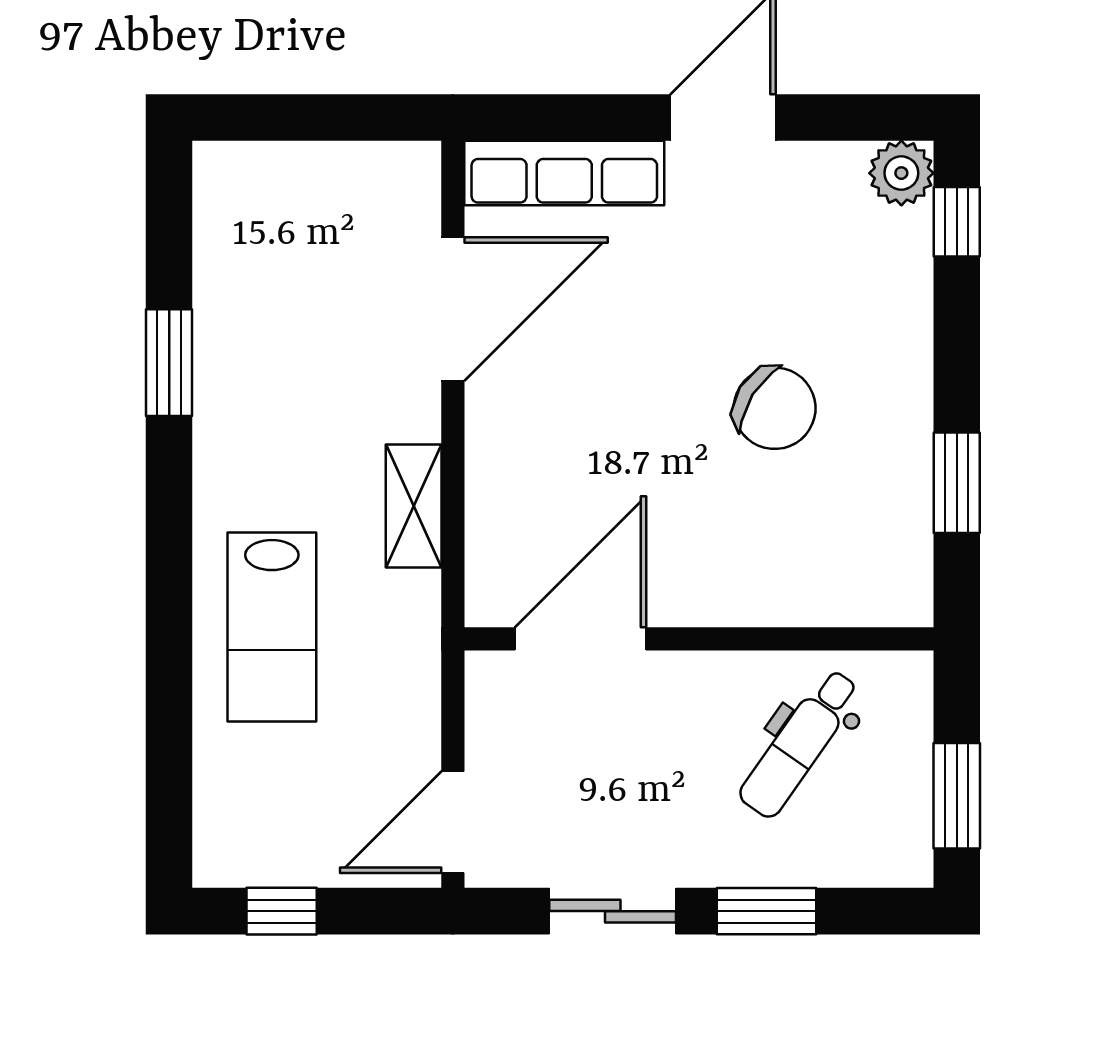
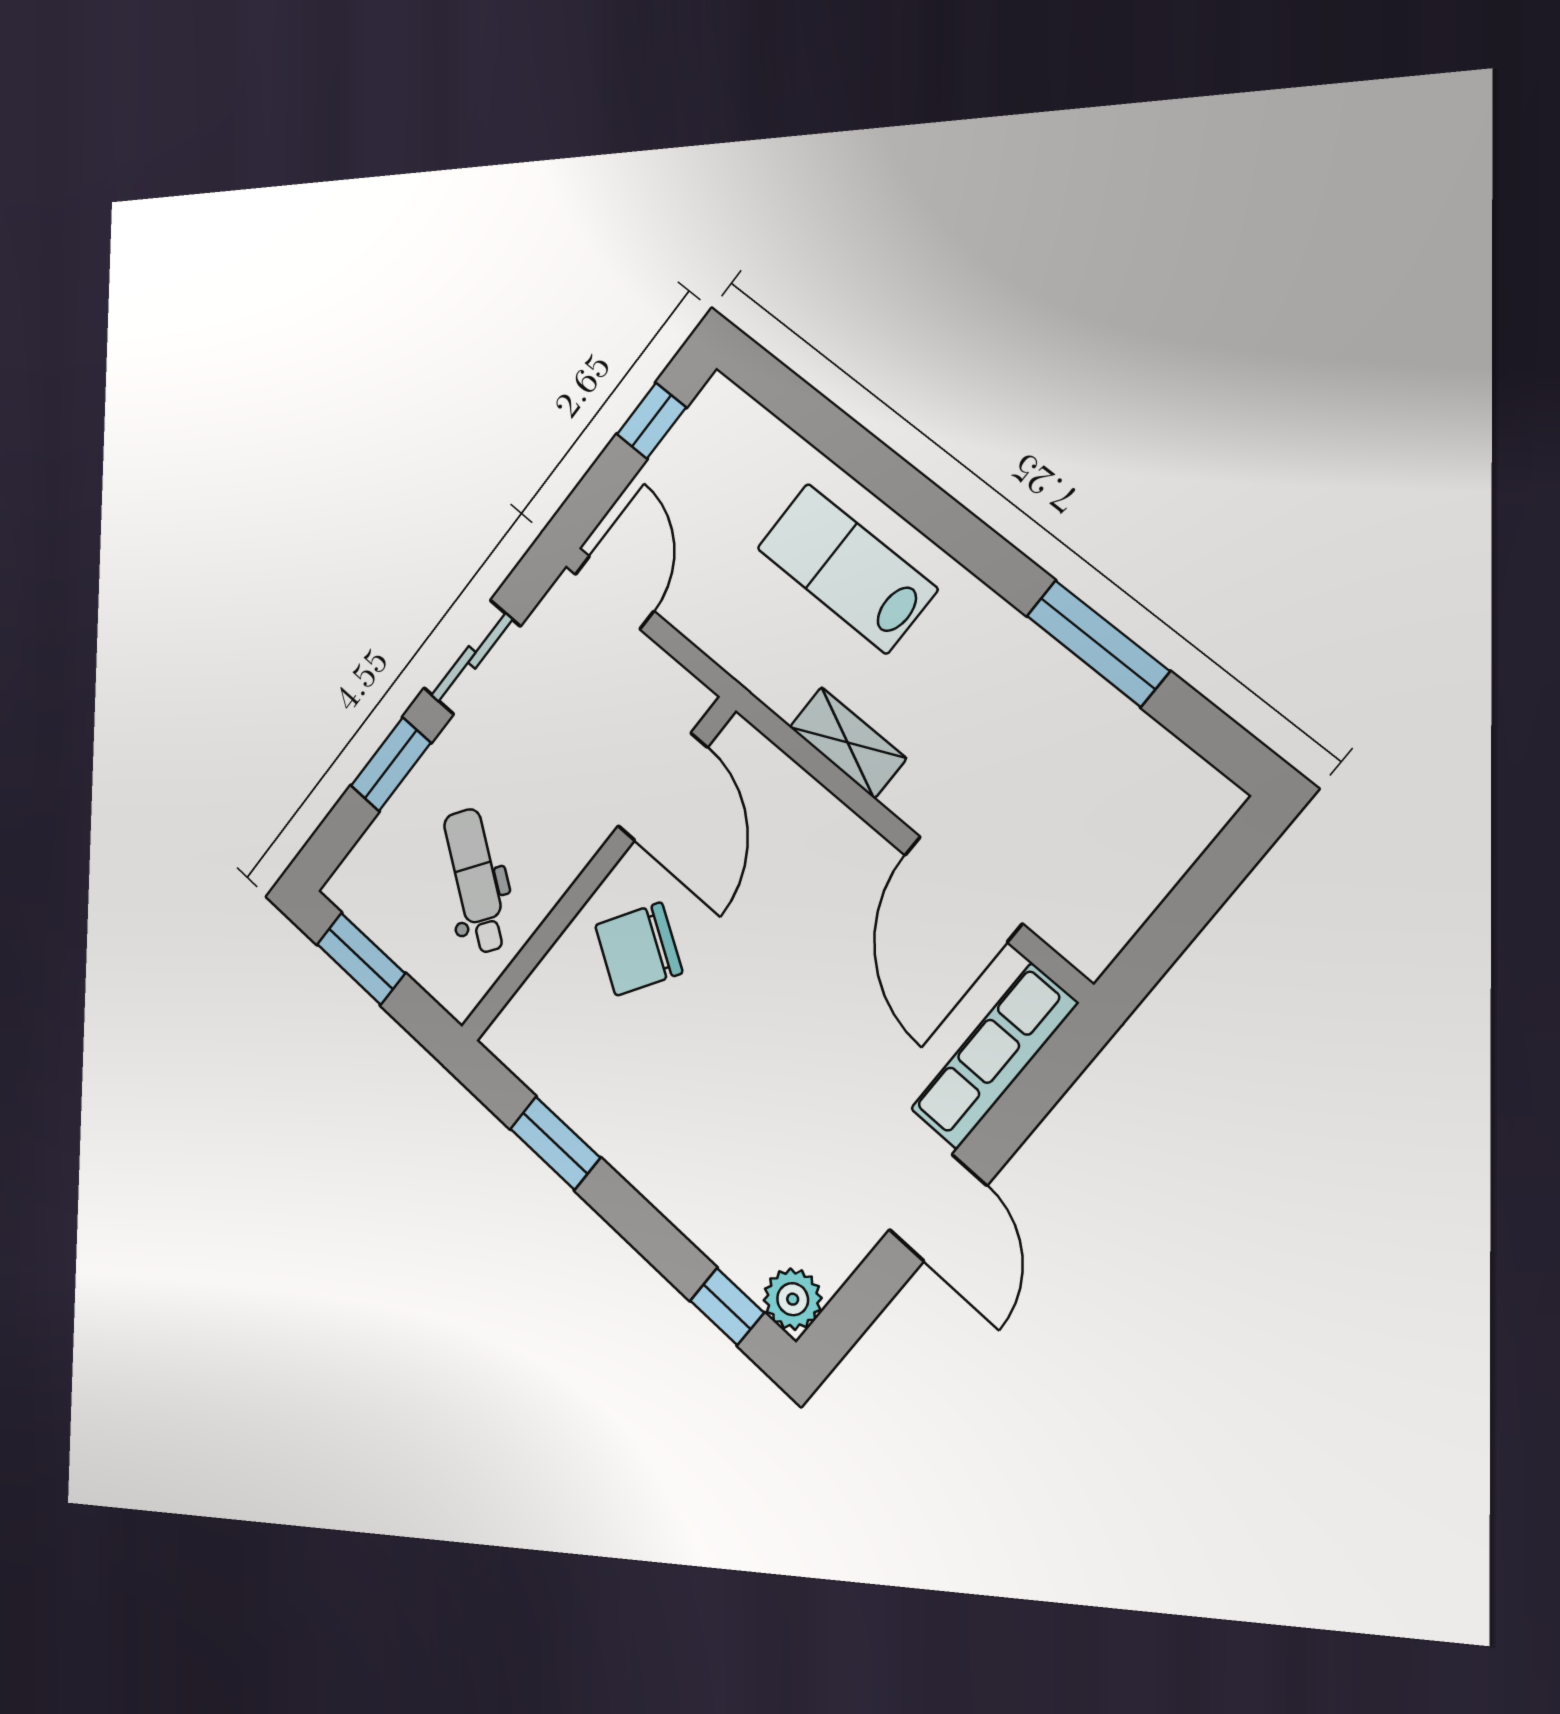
window: (169, 363) -> (1098, 643), width x1.44
chair: (775, 408) -> (639, 949), moved

